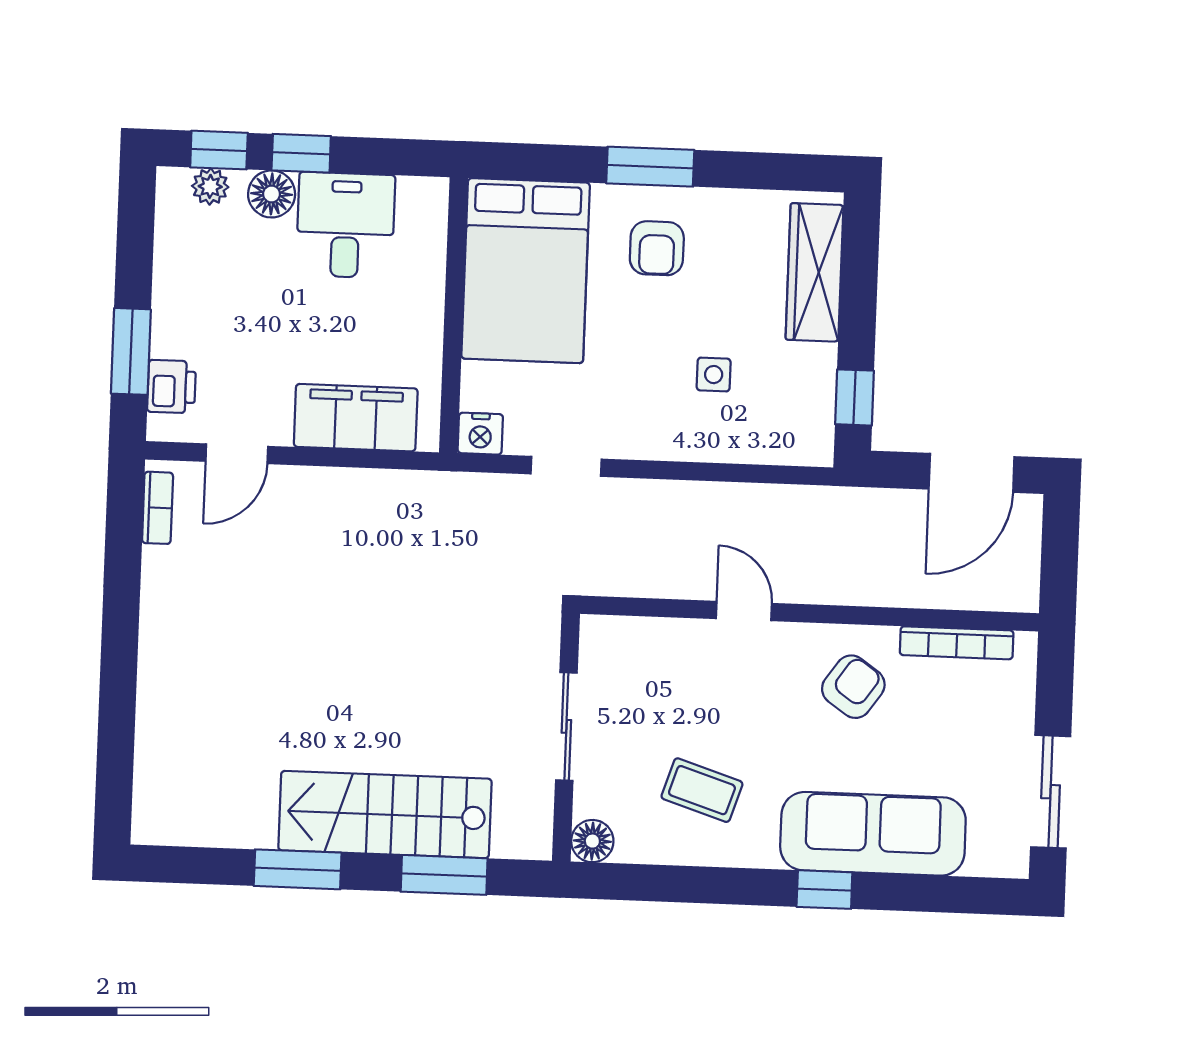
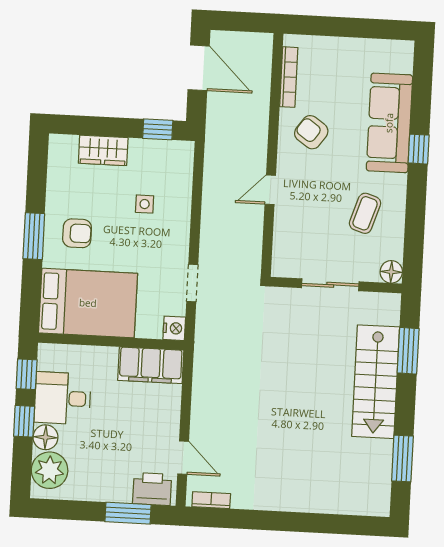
window: (219, 150) -> (27, 374), moved
plant: (210, 186) -> (50, 470), width x1.88, depth x1.88
wardrobe: (814, 272) -> (103, 150), width x0.67
printer: (172, 387) -> (152, 489), width x1.36, depth x1.24
filing cabinet: (356, 418) -> (151, 365), moved, turned -90
sliding door: (1051, 792) -> (368, 28), removed
window: (298, 869) -> (402, 458), moved

